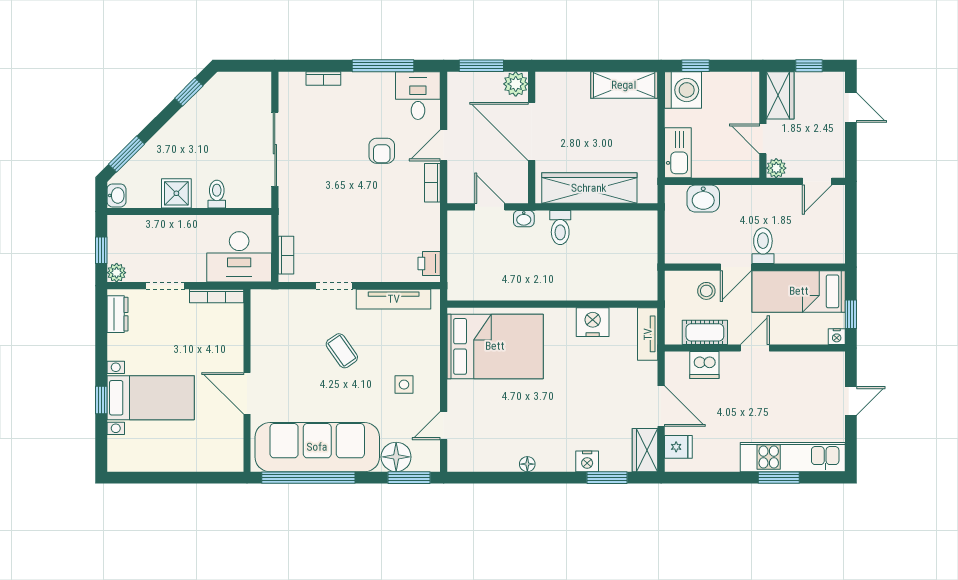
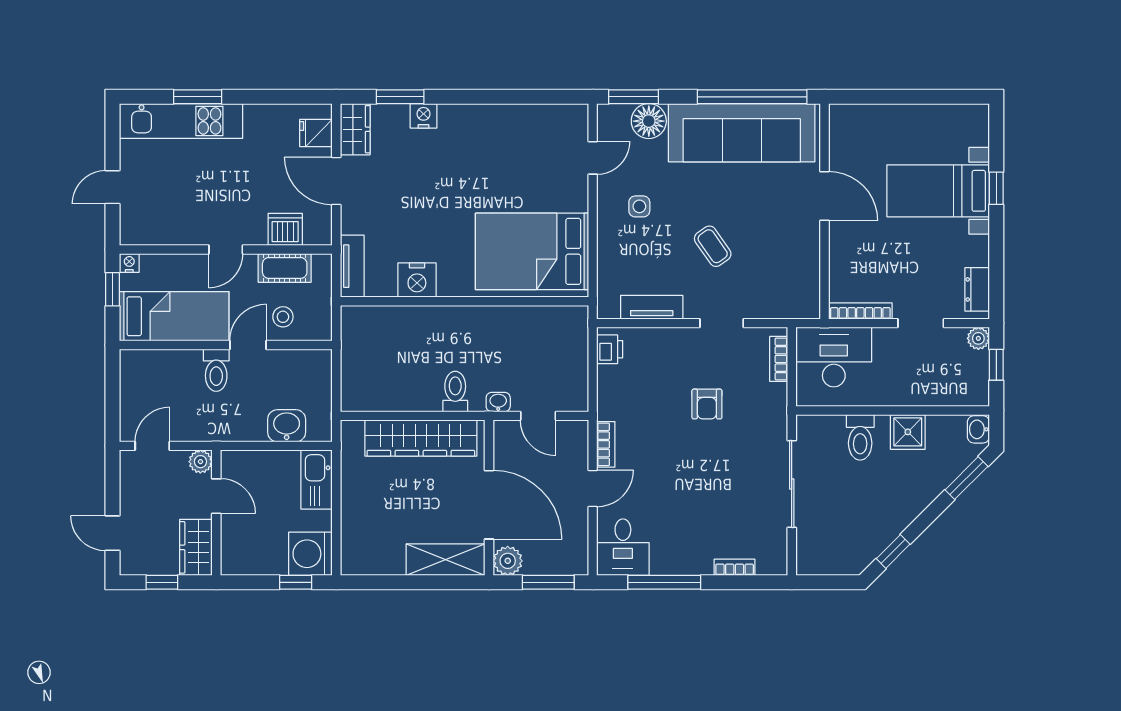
shelving: (624, 85) -> (445, 560), moved
armchair: (382, 151) -> (707, 404), moved, turned 180
toilet: (217, 194) -> (860, 437), width x1.37, depth x1.39
tv unit: (394, 299) -> (652, 307), width x0.71
floor lamp: (527, 464) -> (494, 113), removed

